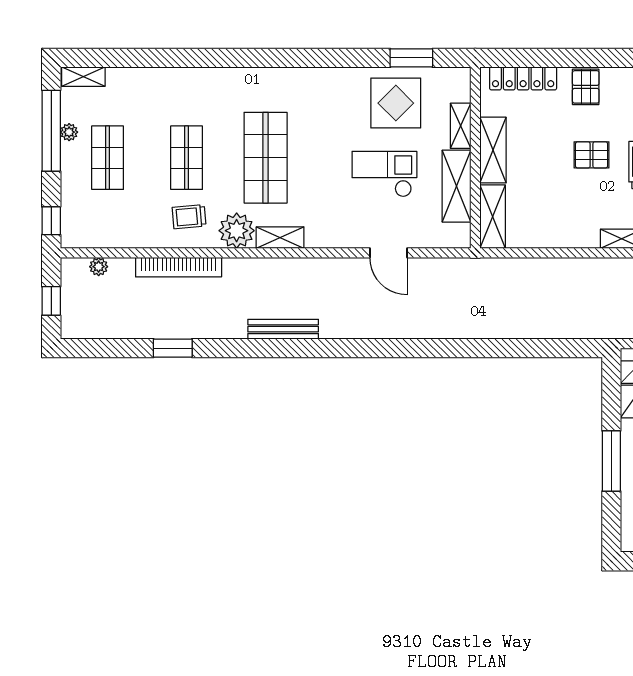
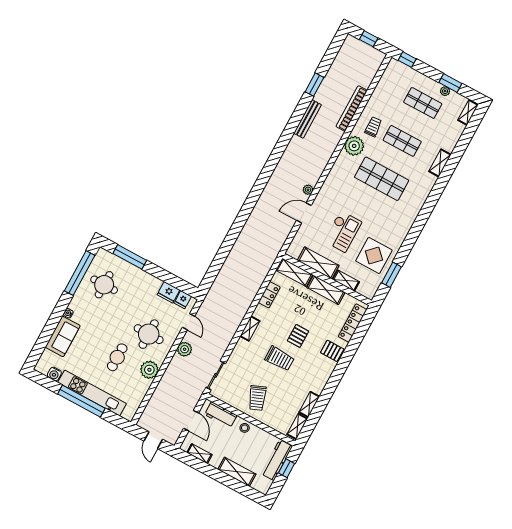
window: (51, 131) -> (450, 83), width x0.47
locker: (550, 237) -> (269, 295), added
shelving: (280, 238) -> (440, 163), moved
plant: (99, 267) -> (308, 190), moved
bench: (283, 329) -> (308, 119), moved
window: (611, 461) -> (130, 257), moved

